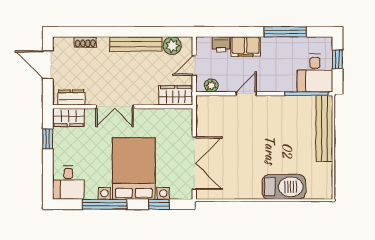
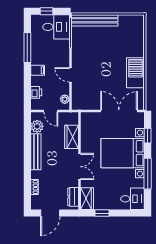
filing cabinet: (246, 47) -> (38, 70), width x0.50
wardrobe: (176, 95) -> (72, 137), moved
barbecue: (284, 187) -> (135, 73), moved

